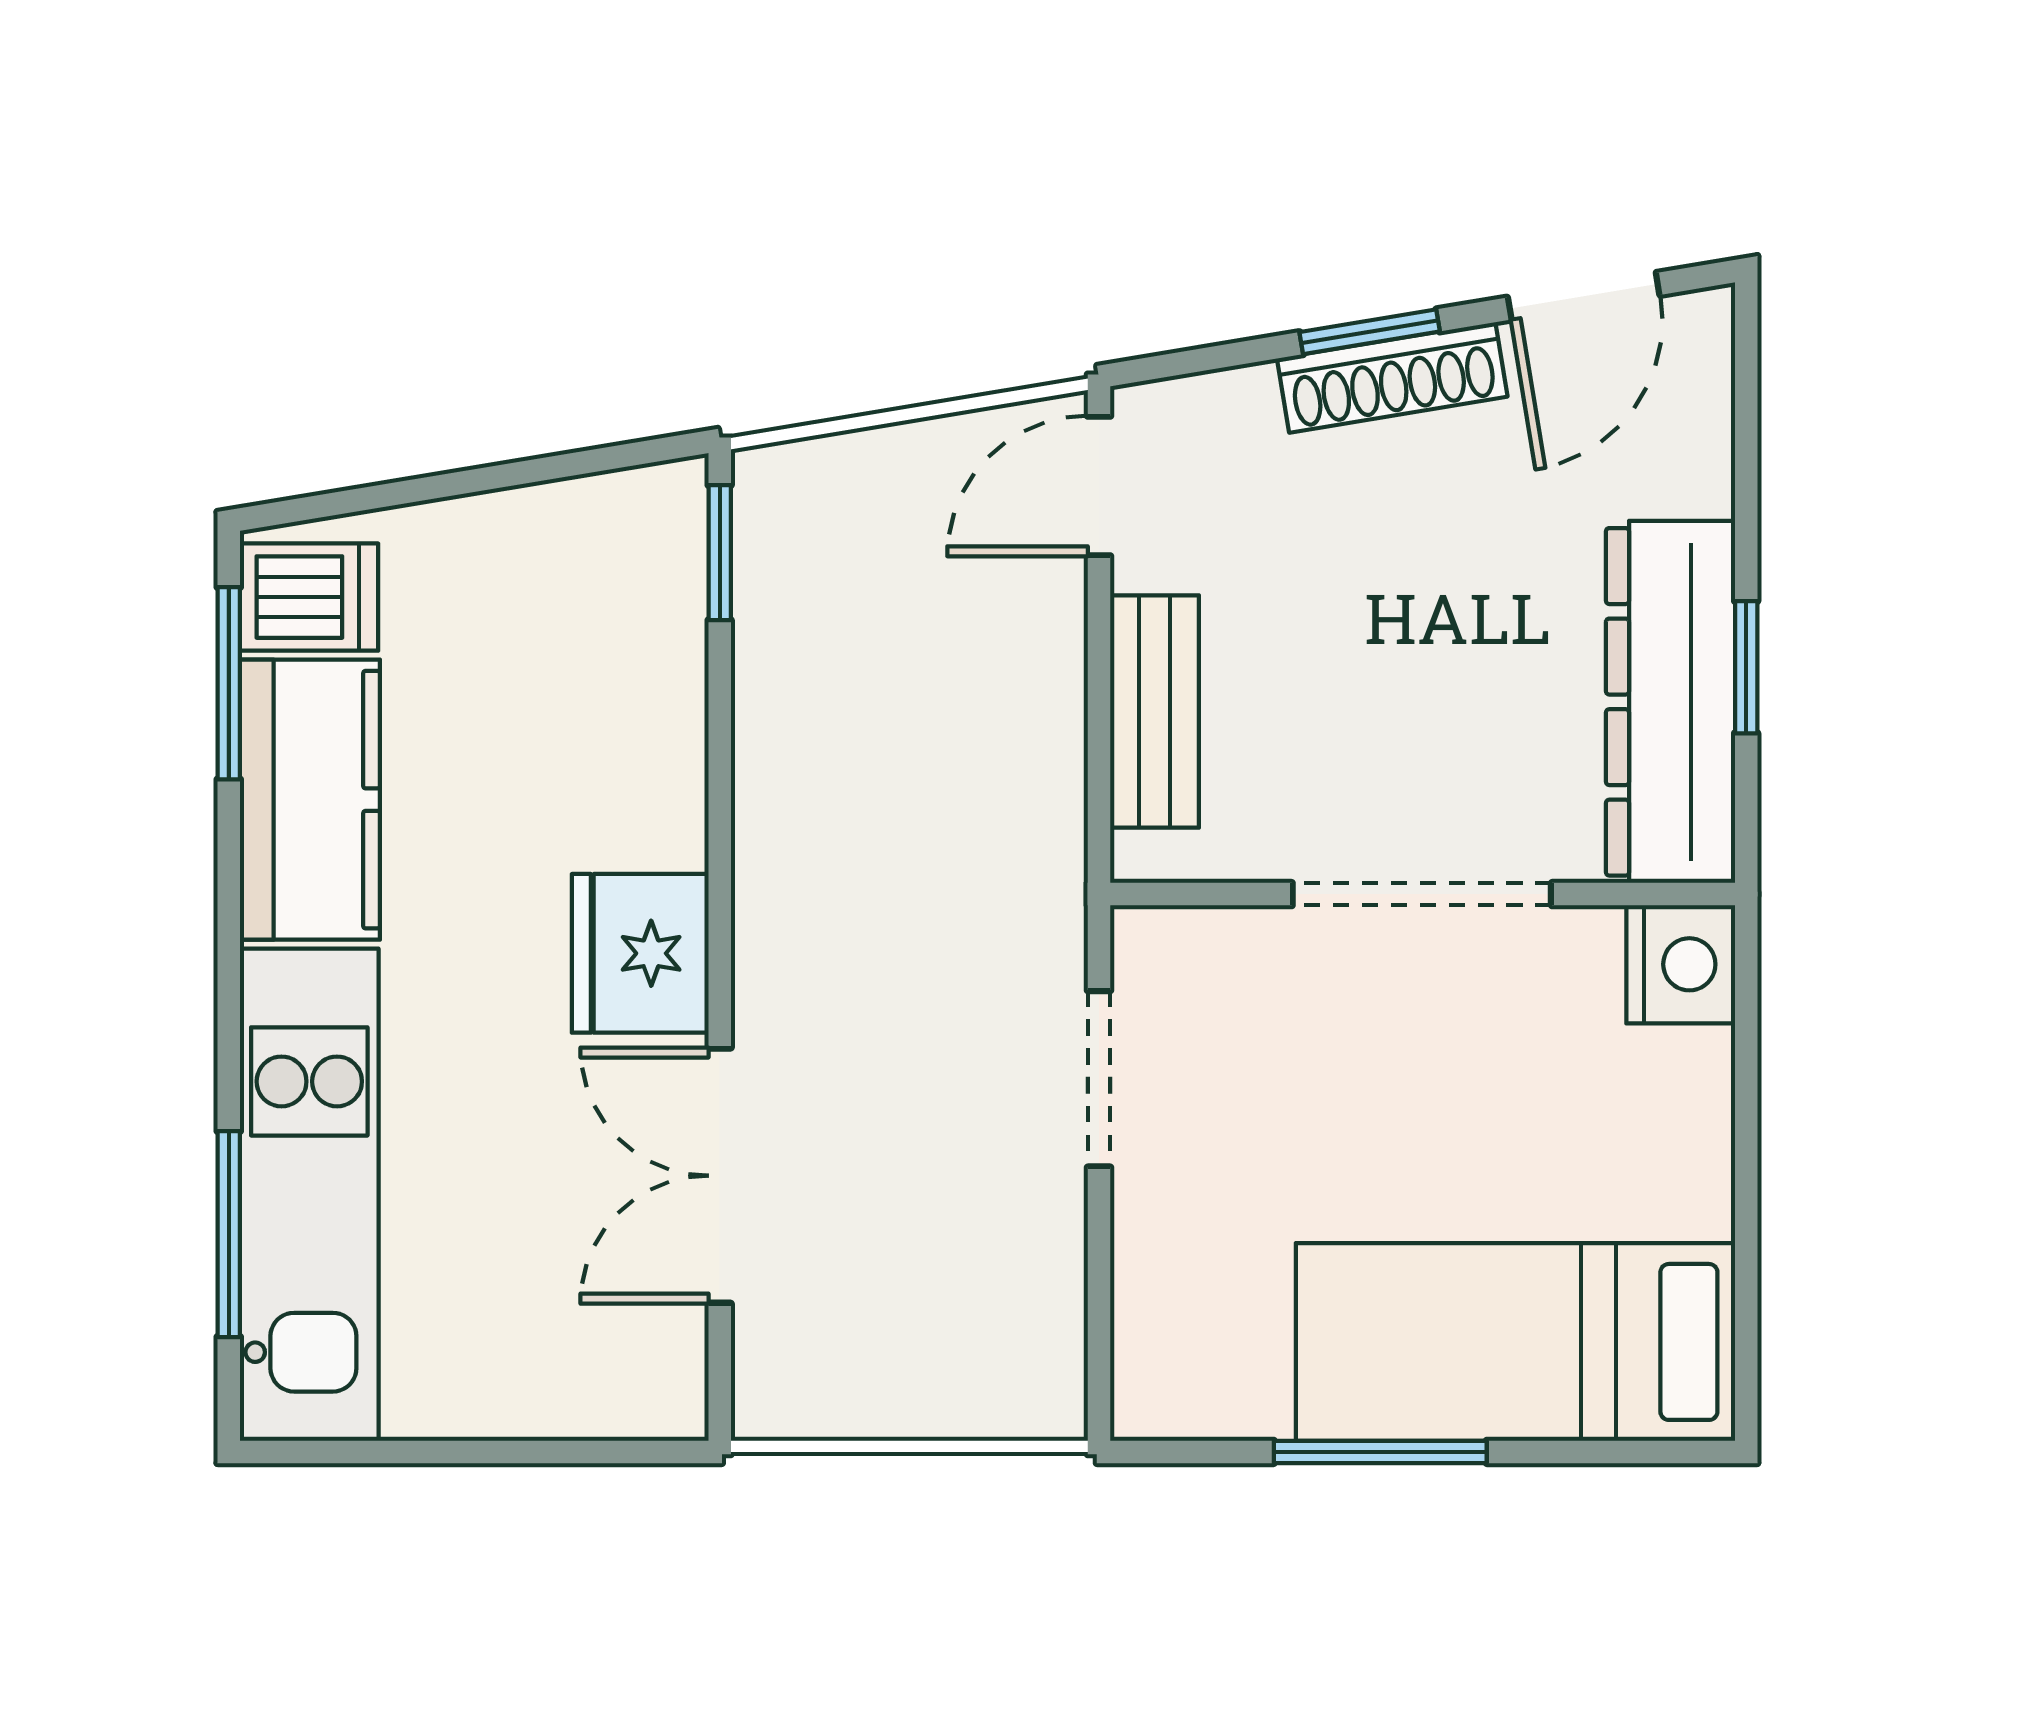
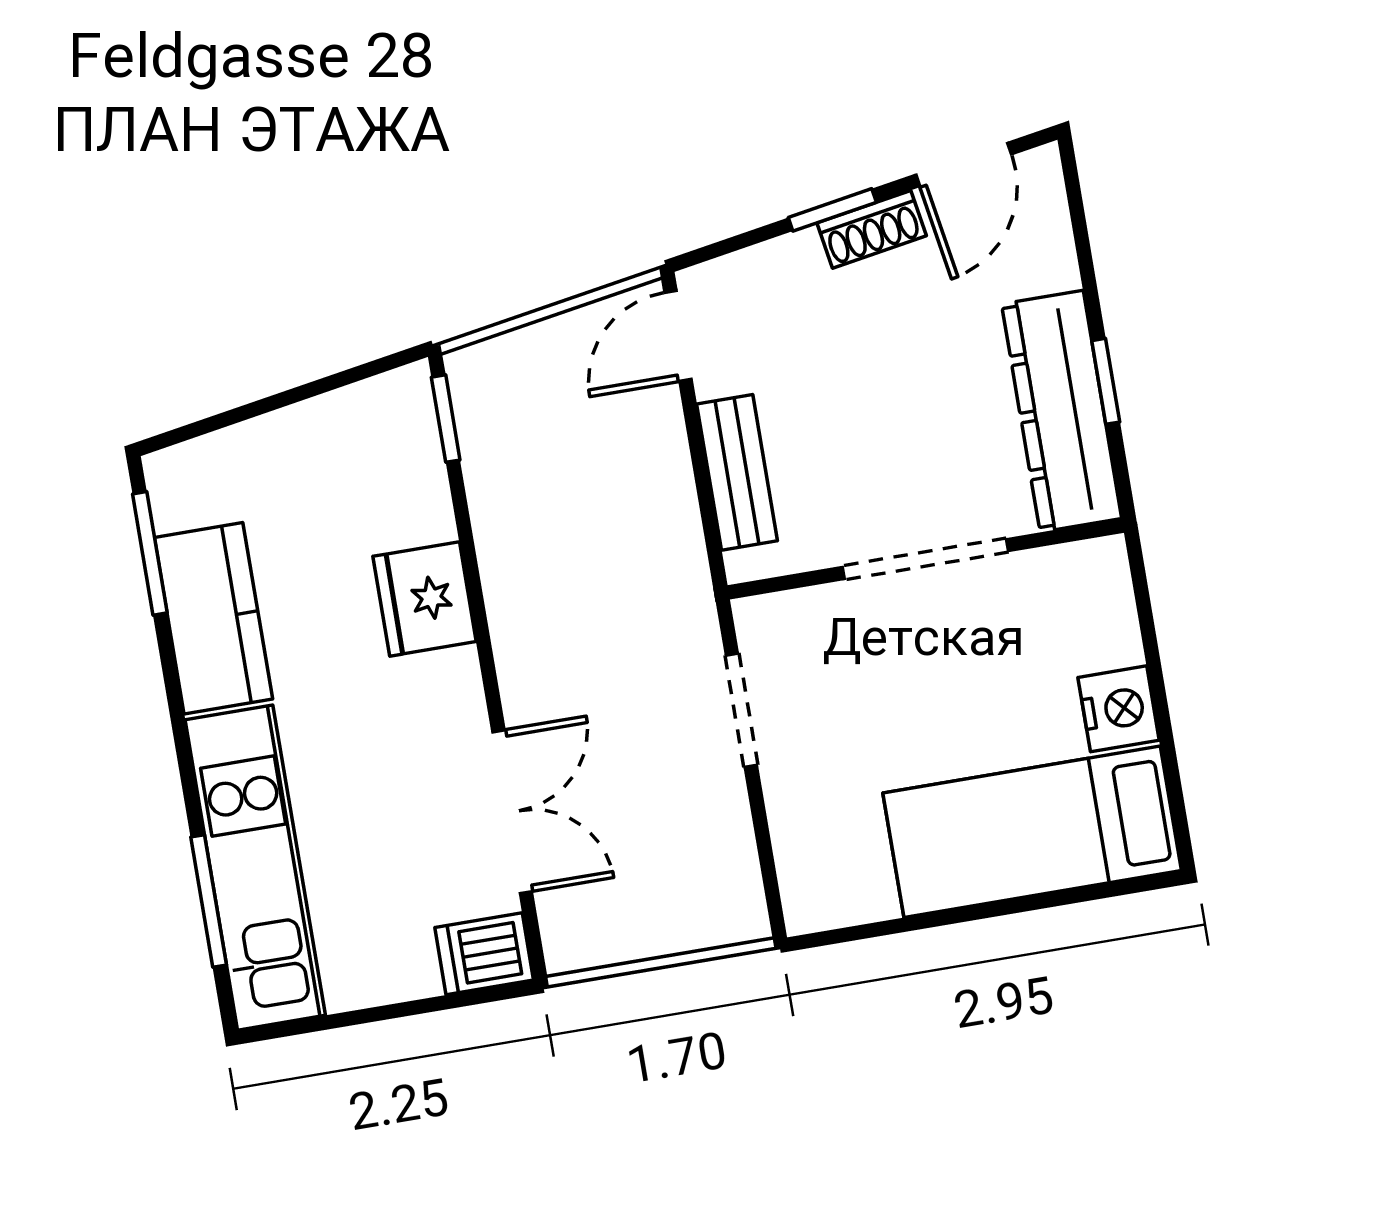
shoe rack: (1392, 378) -> (872, 229), width x0.70
dishwasher: (309, 597) -> (484, 954), moved, turned 180
fridge: (640, 953) -> (425, 599), moved
nightstand: (1681, 964) -> (1119, 709), moved
double door: (720, 1176) -> (512, 812), swing flipped
window: (1380, 1452) -> (959, 916), removed

